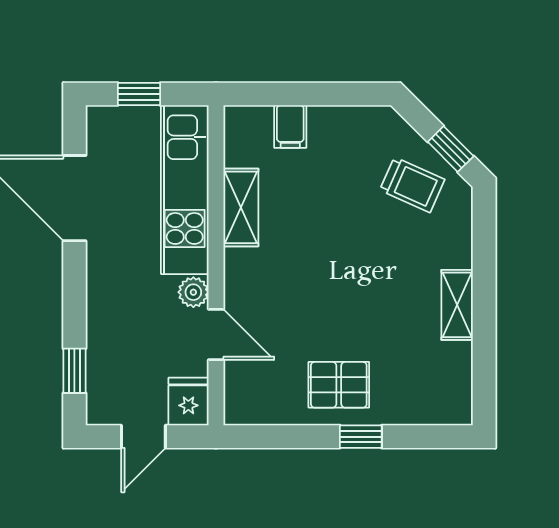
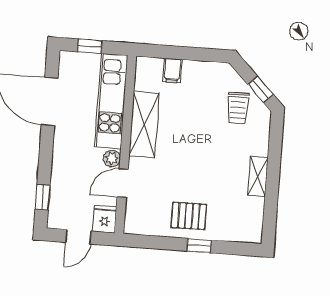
trolley: (412, 185) -> (238, 108), turned 66
shelving: (241, 207) -> (144, 124), width x1.50, depth x1.33
door: (216, 335) -> (123, 183), swing flipped

